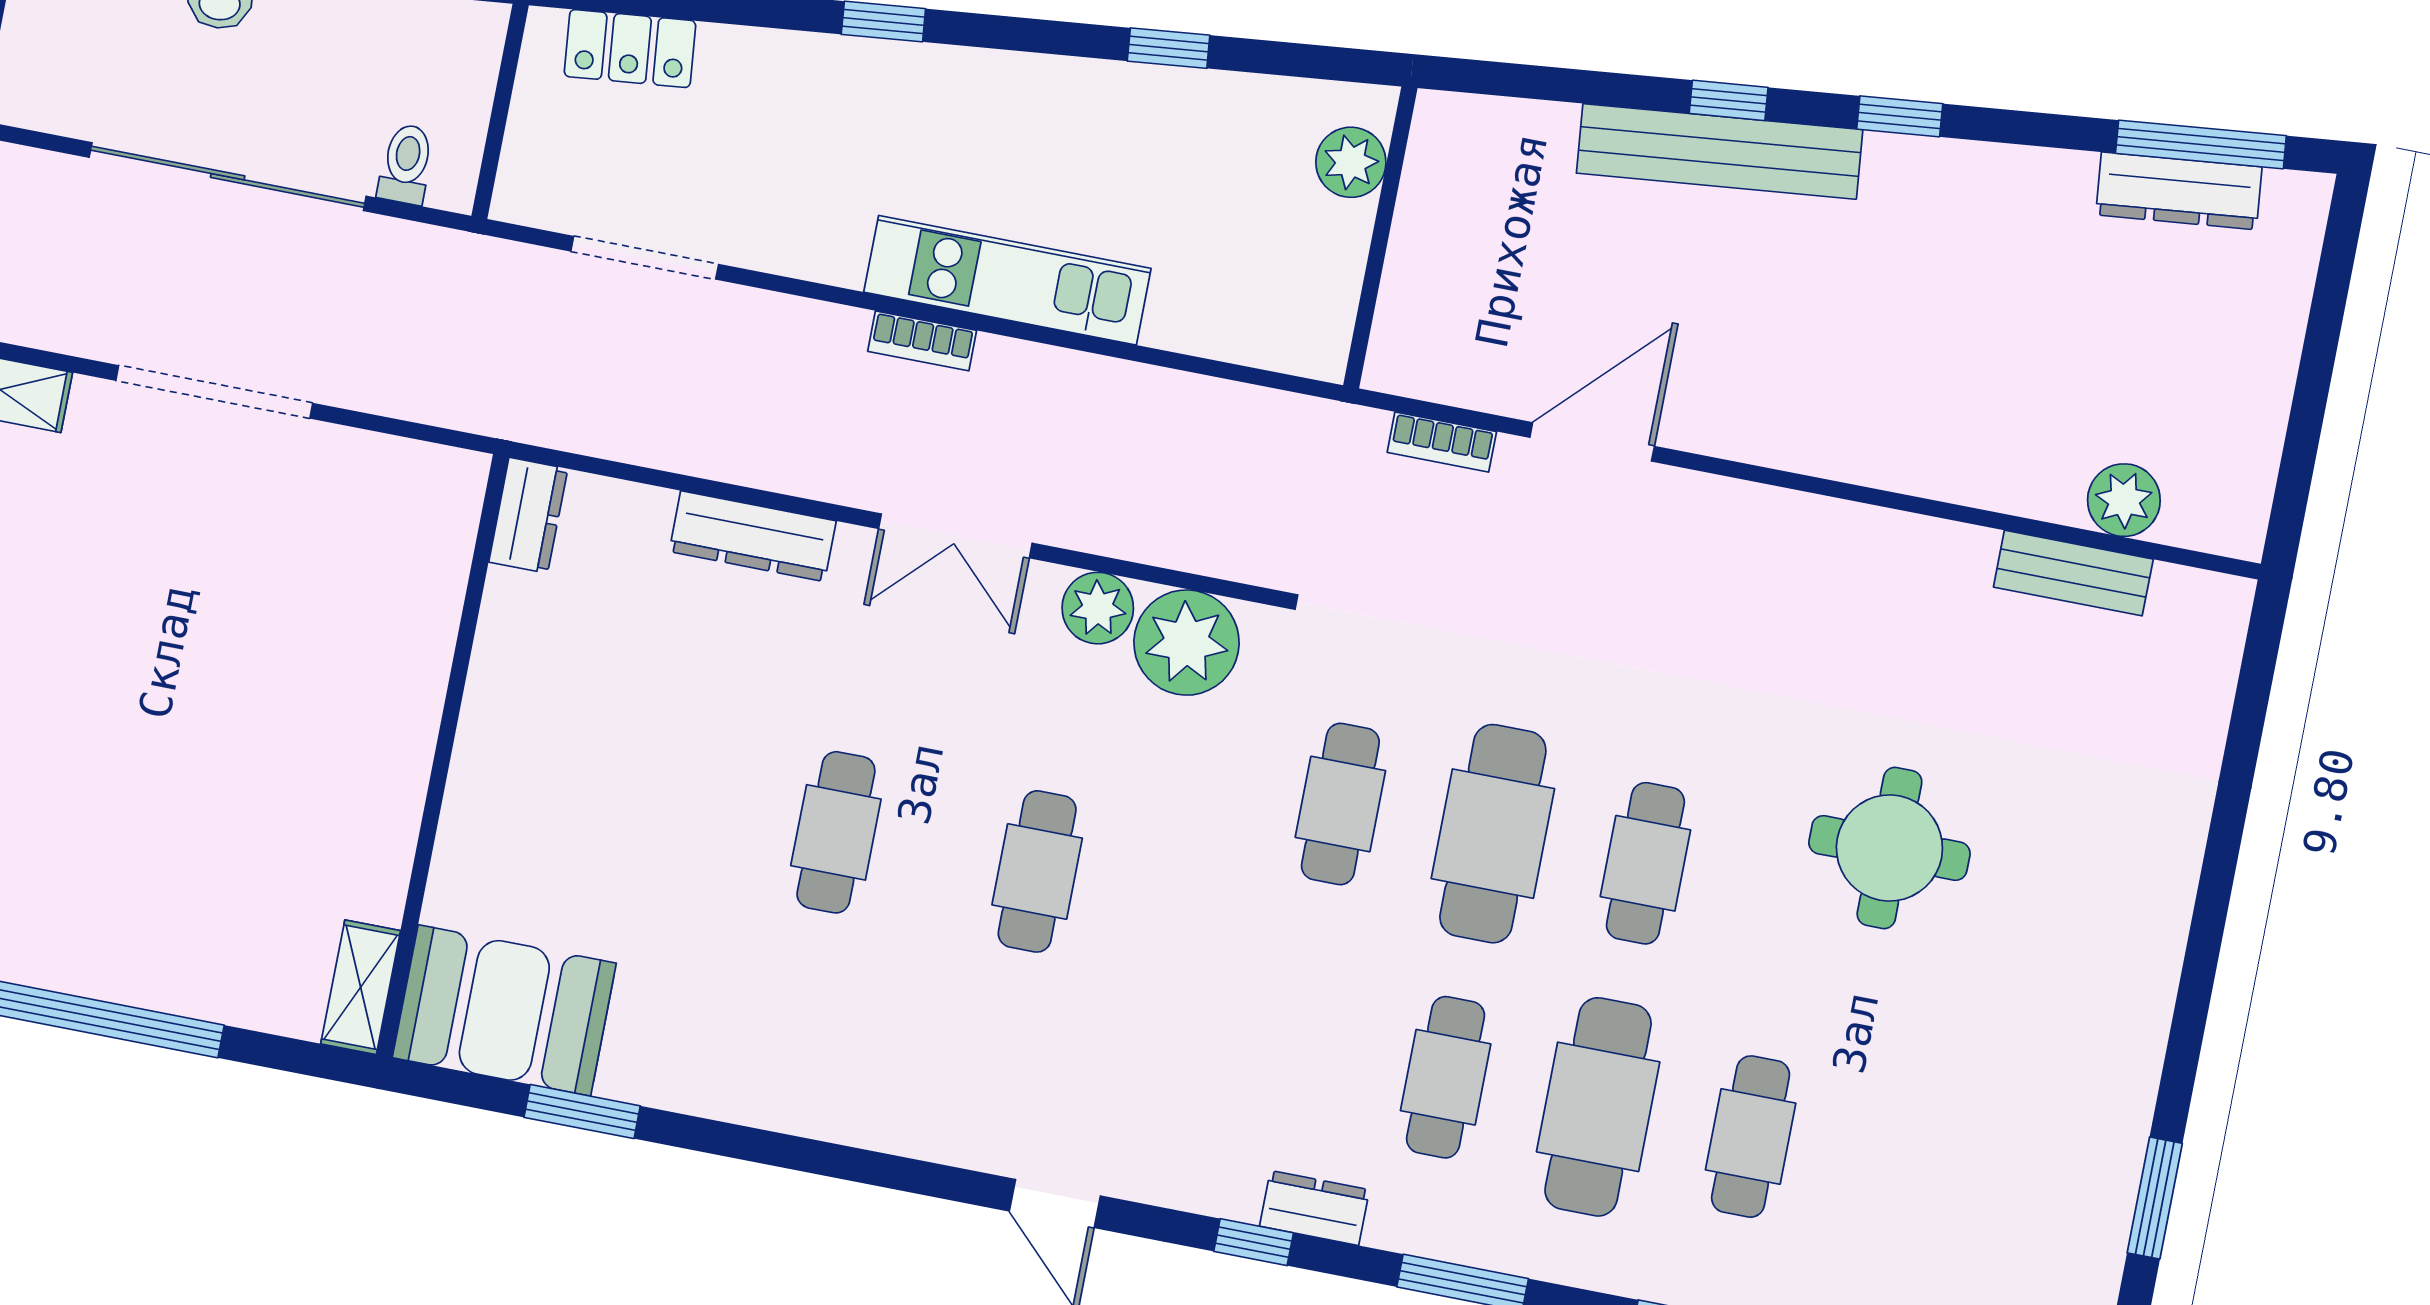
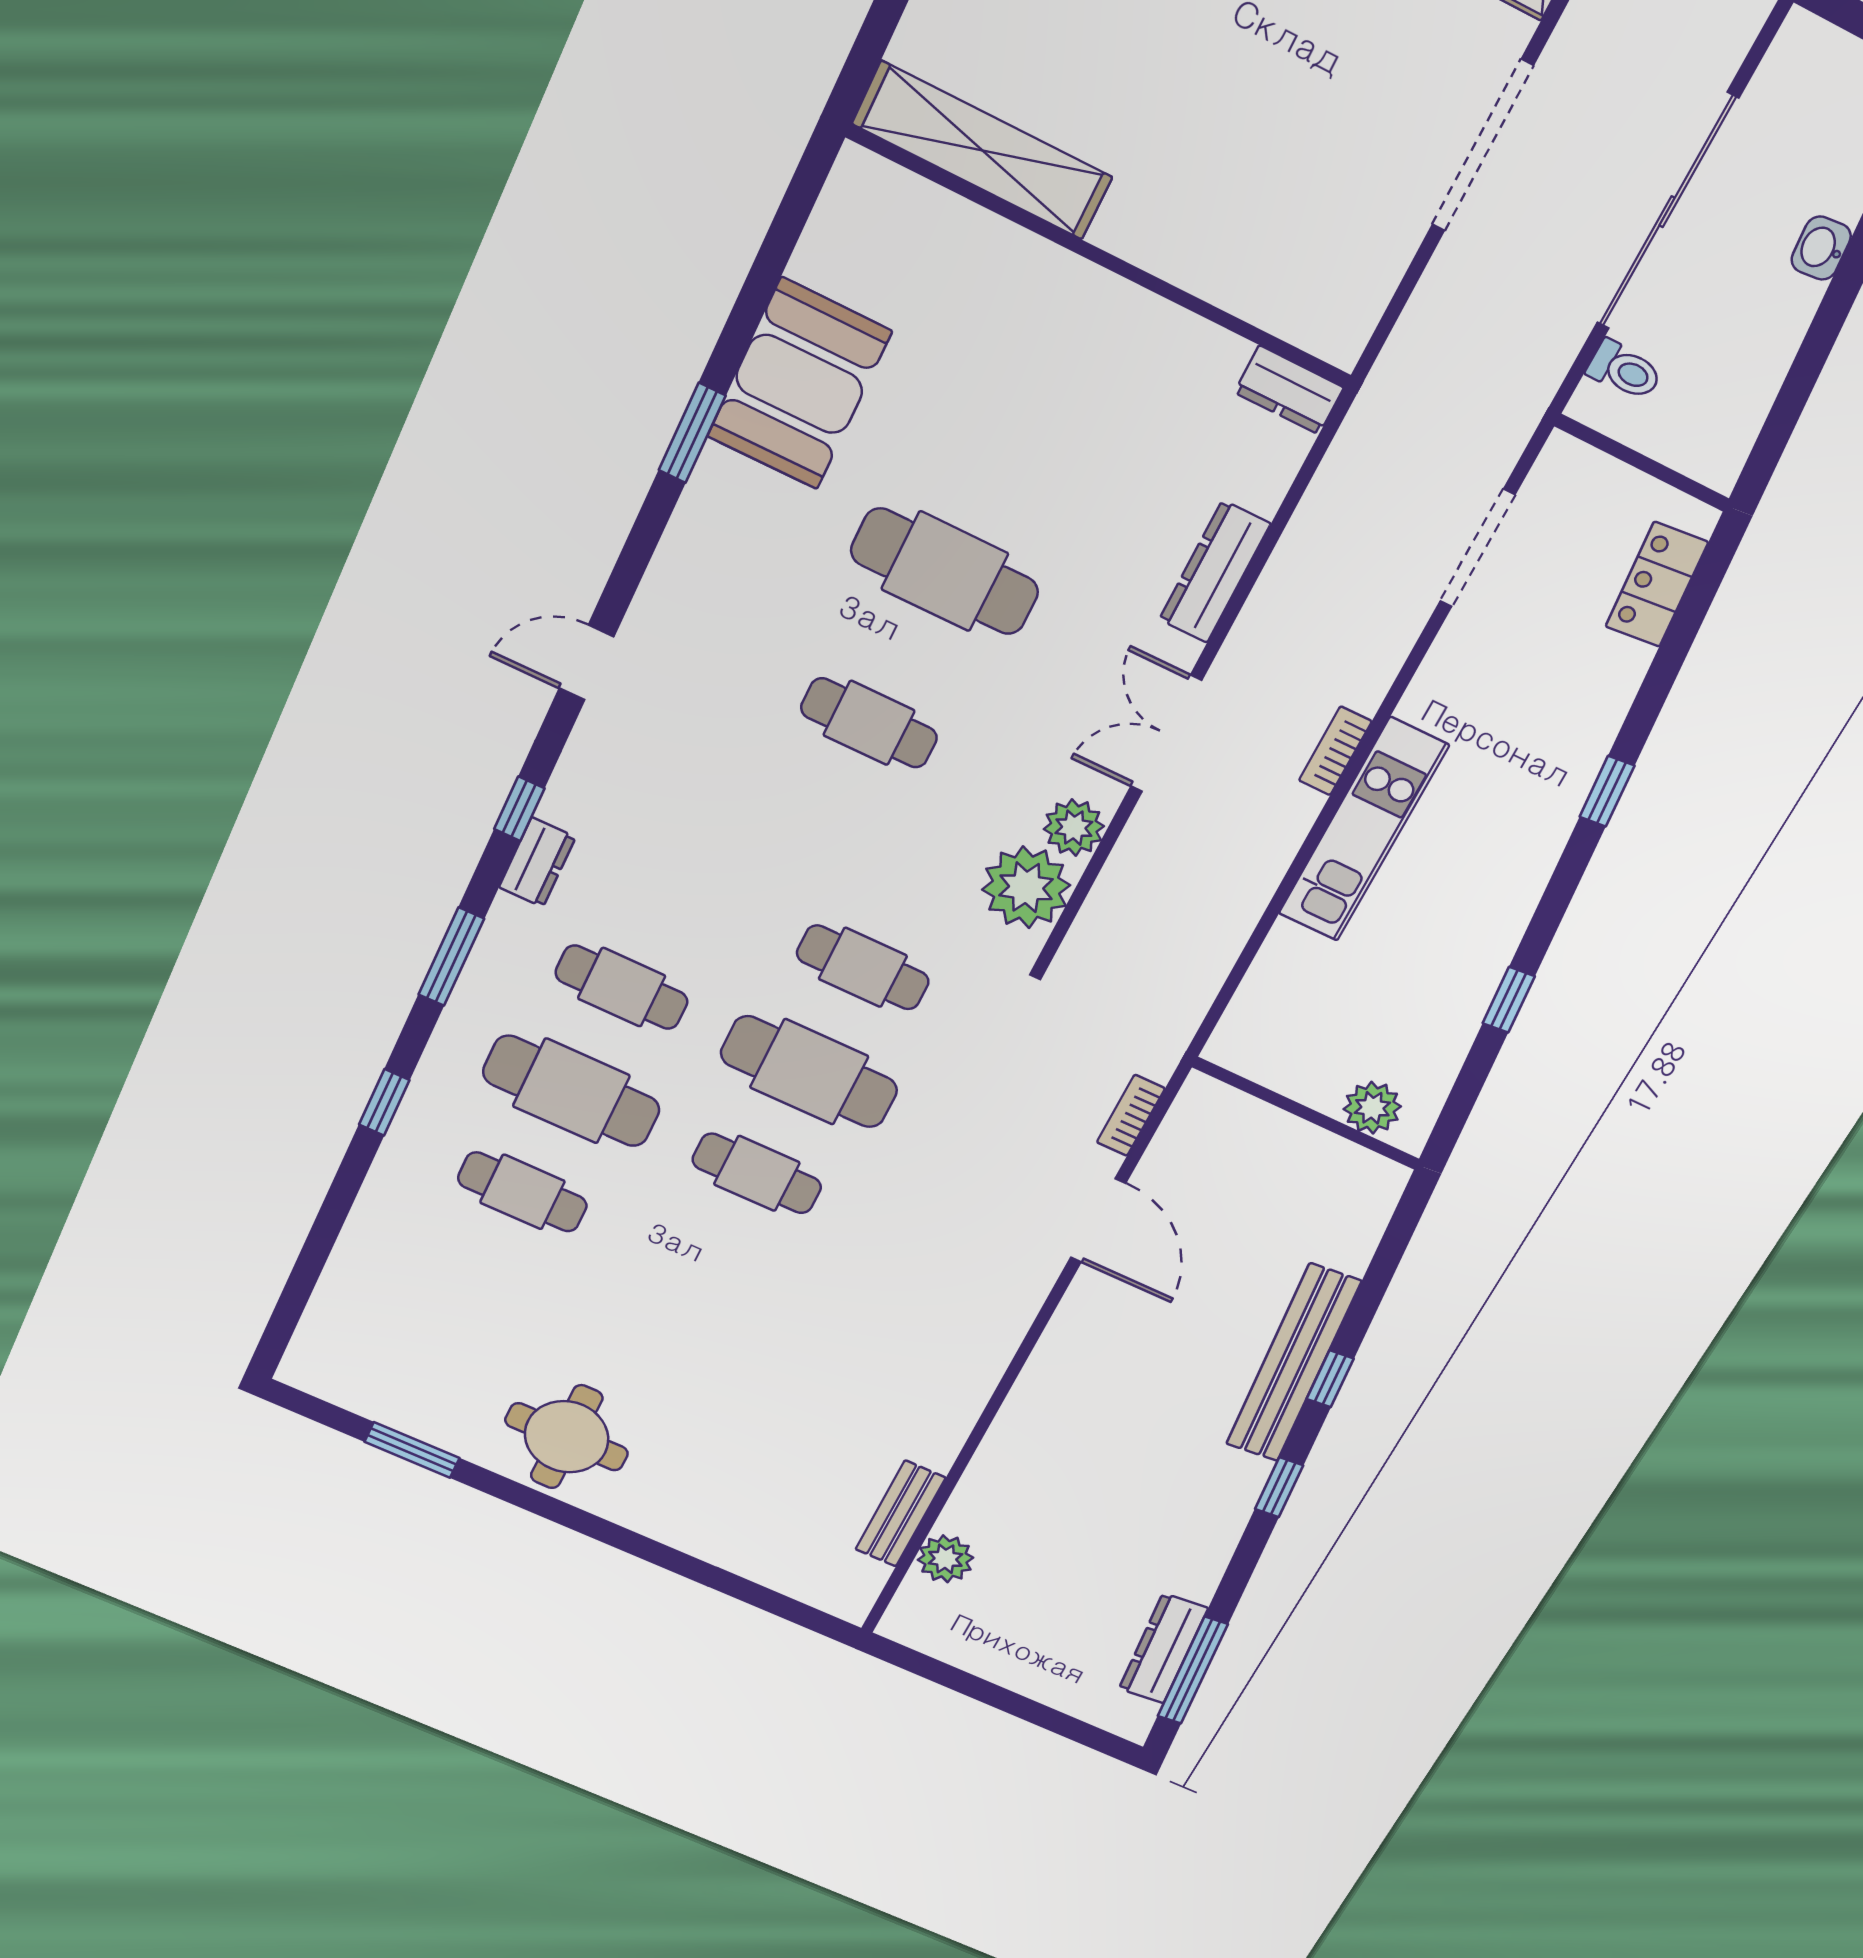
cafe table: (836, 832) -> (945, 571), width x1.37, depth x1.35
round table: (1889, 848) -> (567, 1437), moved
shelving: (361, 987) -> (982, 151), width x2.20, depth x1.33
booth: (504, 1010) -> (799, 384), moved
window: (582, 1112) -> (692, 433), moved

